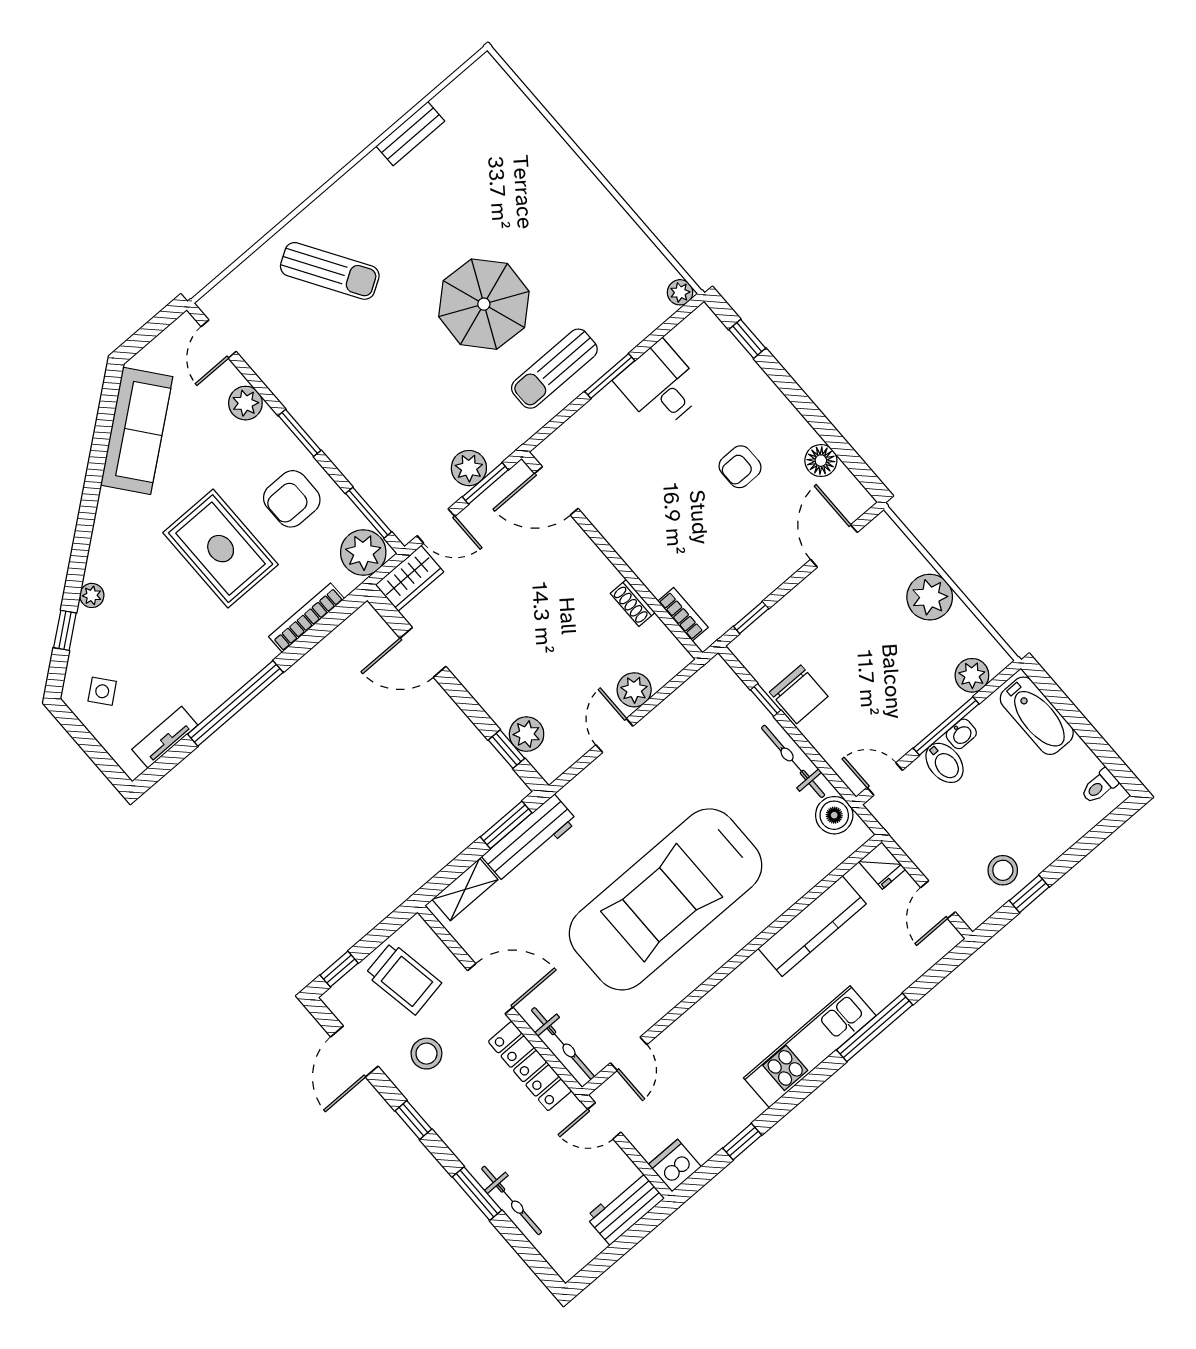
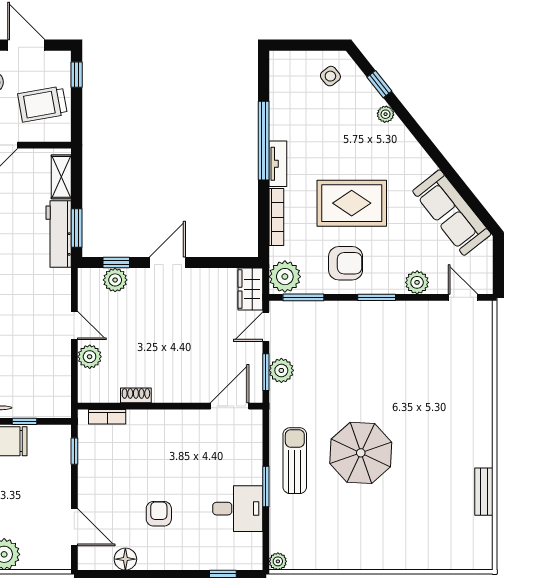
sun lounger: (330, 271) -> (448, 387), removed
armchair: (292, 499) -> (346, 263), turned 90
door: (423, 652) -> (167, 263), moved
tv unit: (165, 737) -> (278, 164), moved

